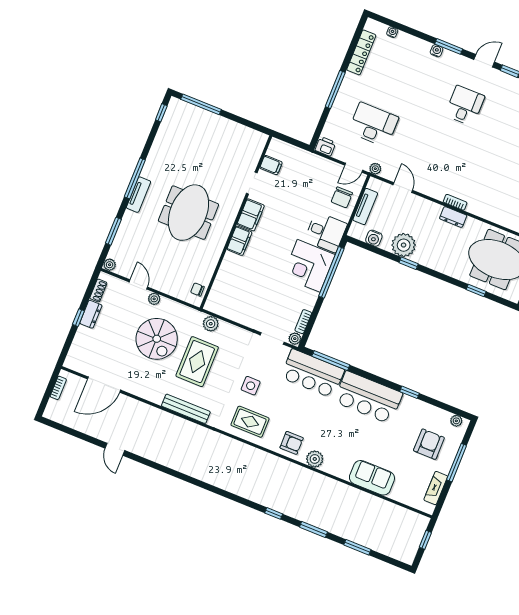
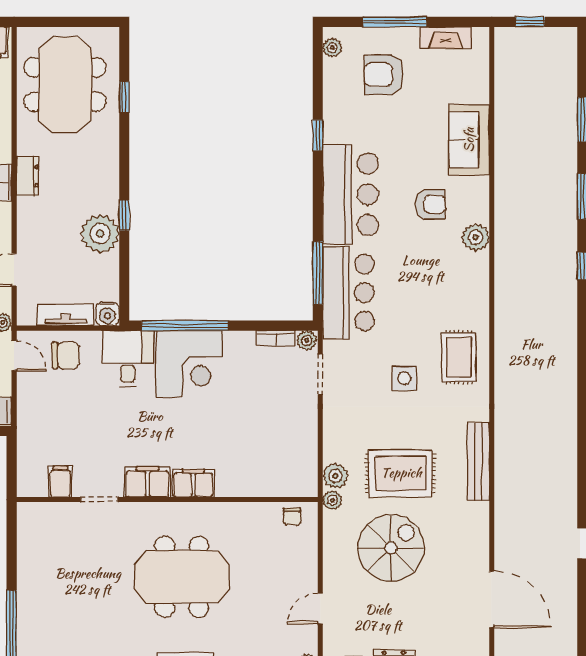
water cooler: (374, 238) -> (107, 314), moved, turned 90
plant: (154, 299) -> (332, 500), moved
armchair: (292, 443) -> (430, 204), moved, turned 90

